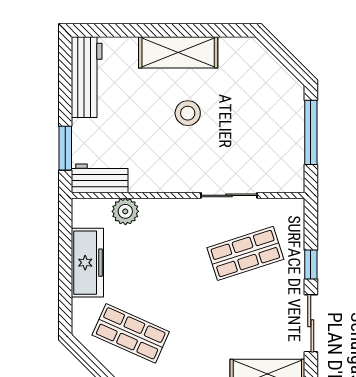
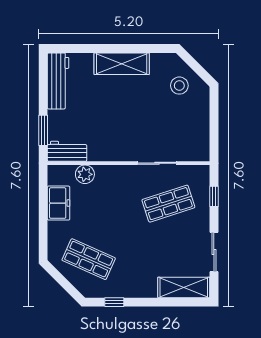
stool: (188, 113) -> (179, 86), moved
window: (311, 132) -> (214, 119), removed
freezer: (87, 263) -> (59, 203), width x0.71
window: (311, 265) -> (214, 196), moved

